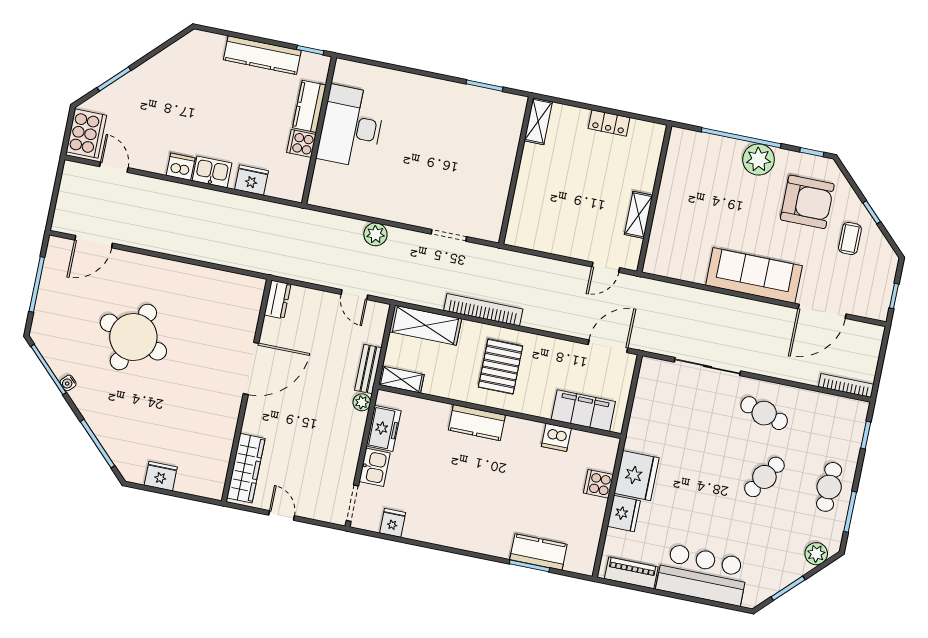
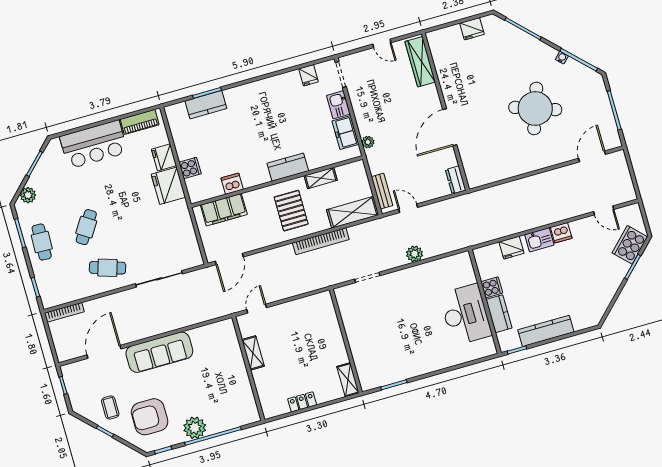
cooker: (86, 133) -> (630, 245), moved, turned 45
bench: (368, 369) -> (382, 191), moved
shelving: (401, 380) -> (321, 178), moved

